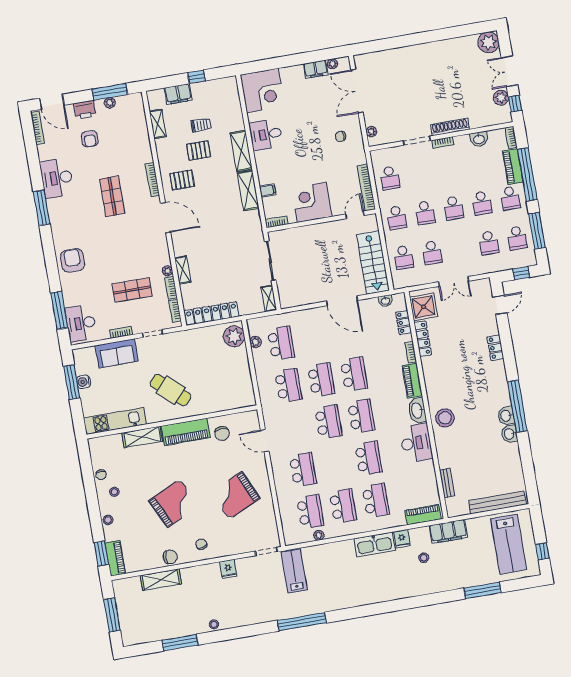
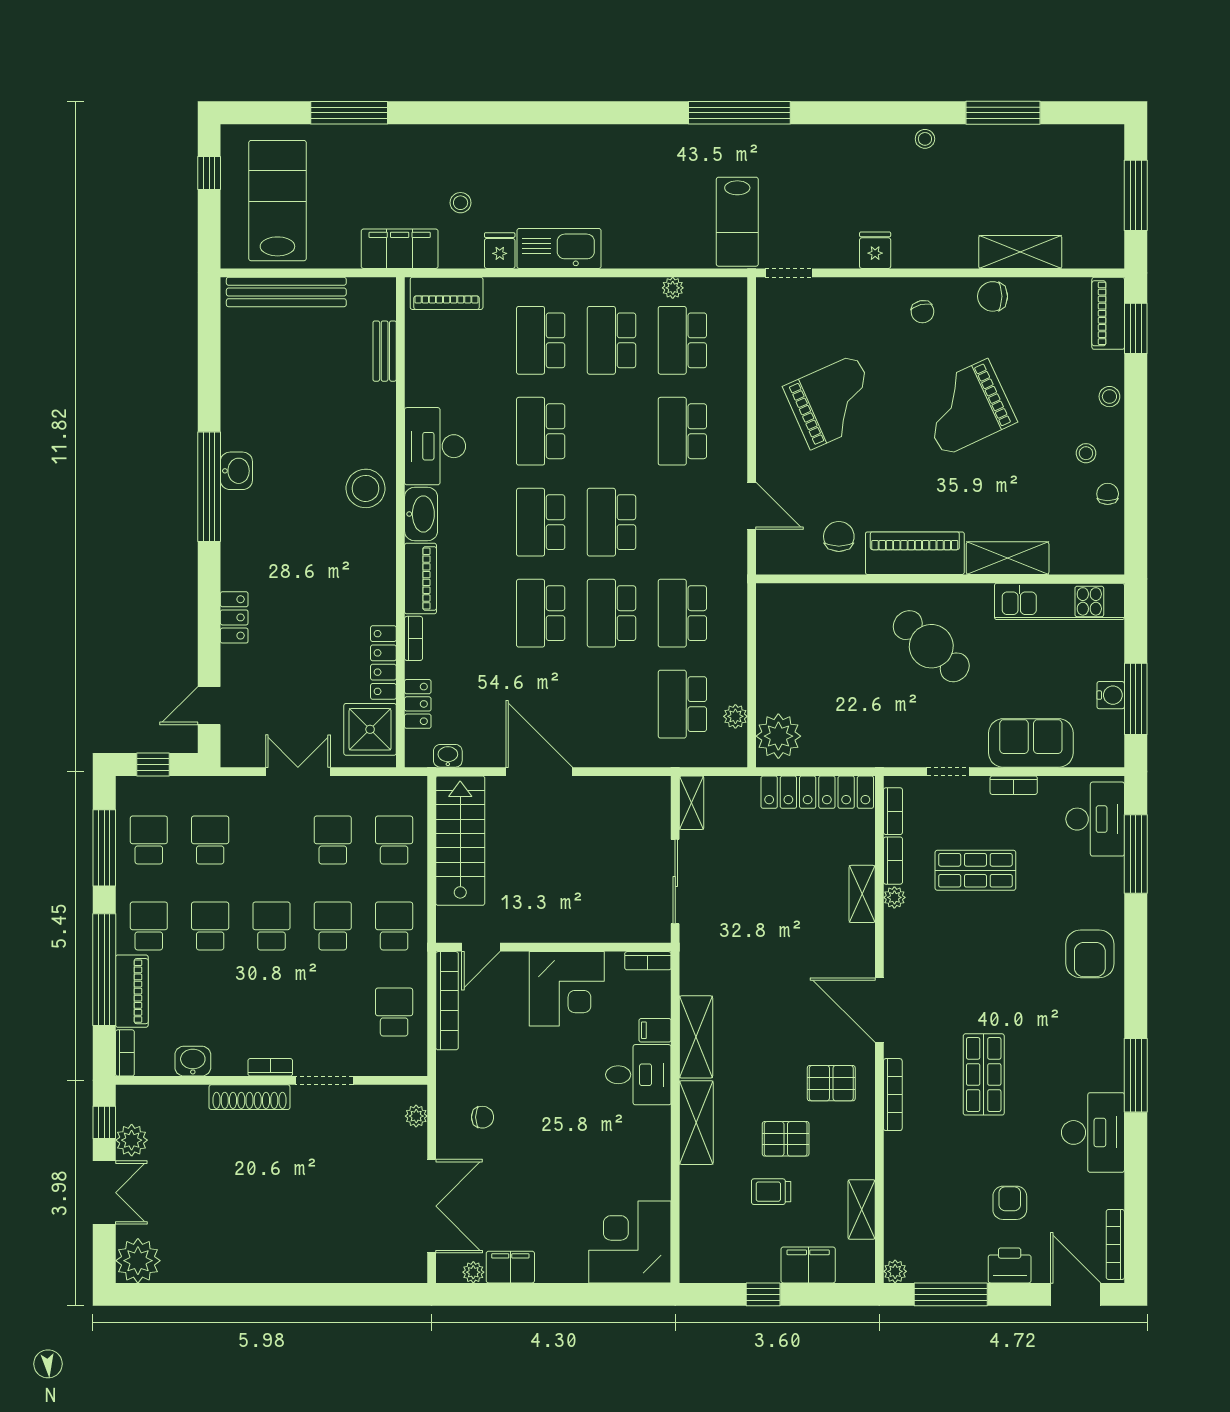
plant: (110, 103) -> (895, 1271), moved
desk: (266, 134) -> (638, 1075), moved
washbasin: (509, 434) -> (236, 431), removed

